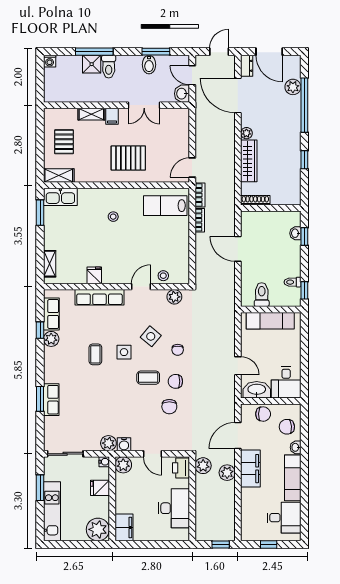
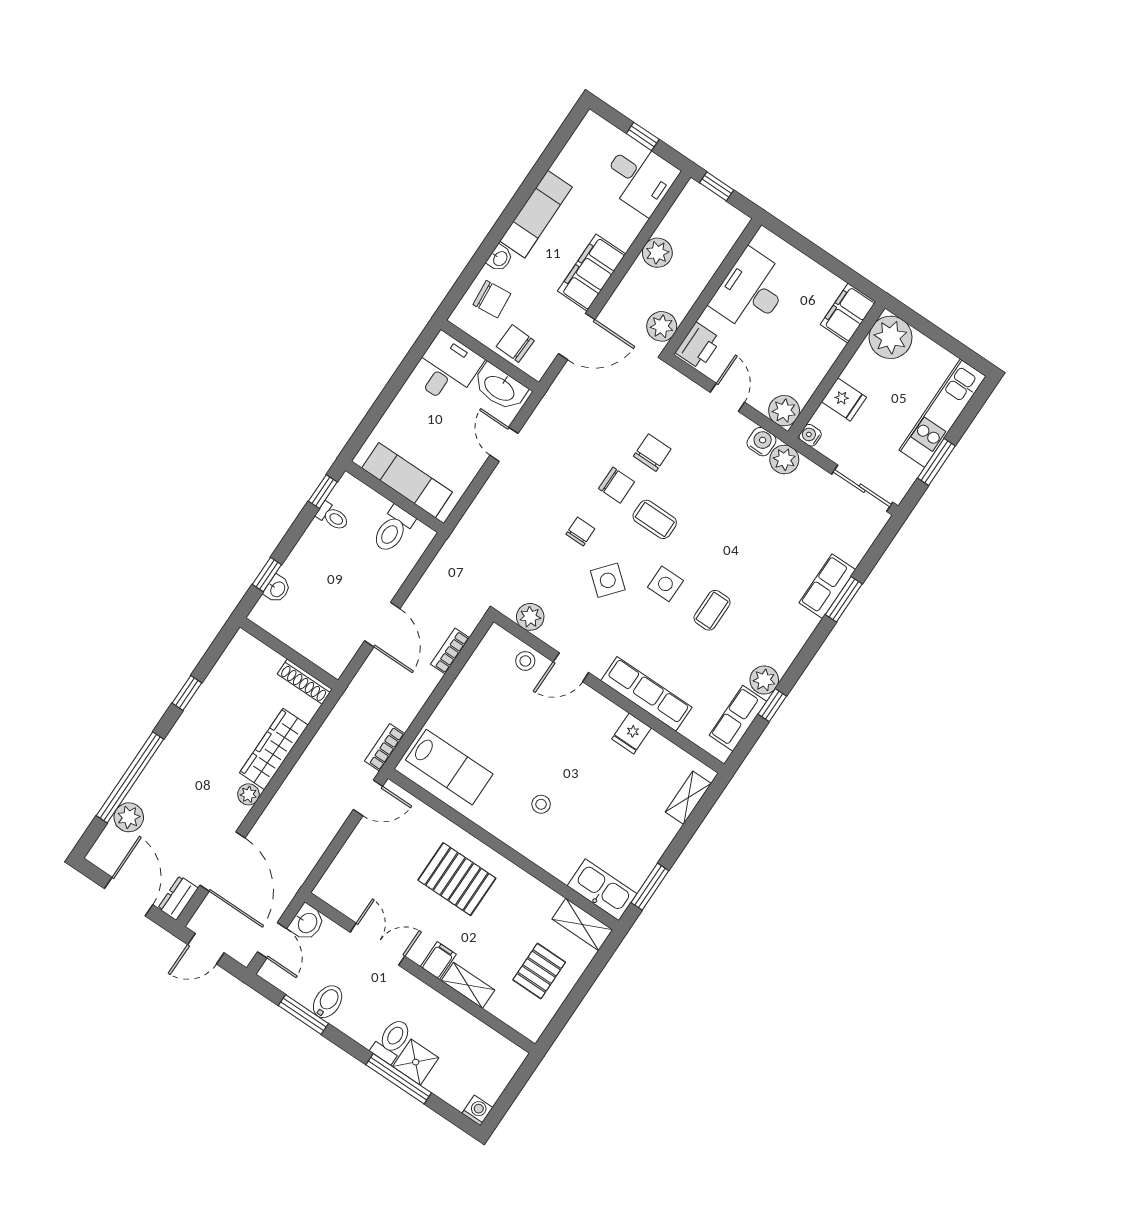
bookcase: (200, 220) -> (450, 651), moved
plant: (227, 473) -> (657, 253), moved
desk: (284, 518) -> (640, 177), moved, turned 180

